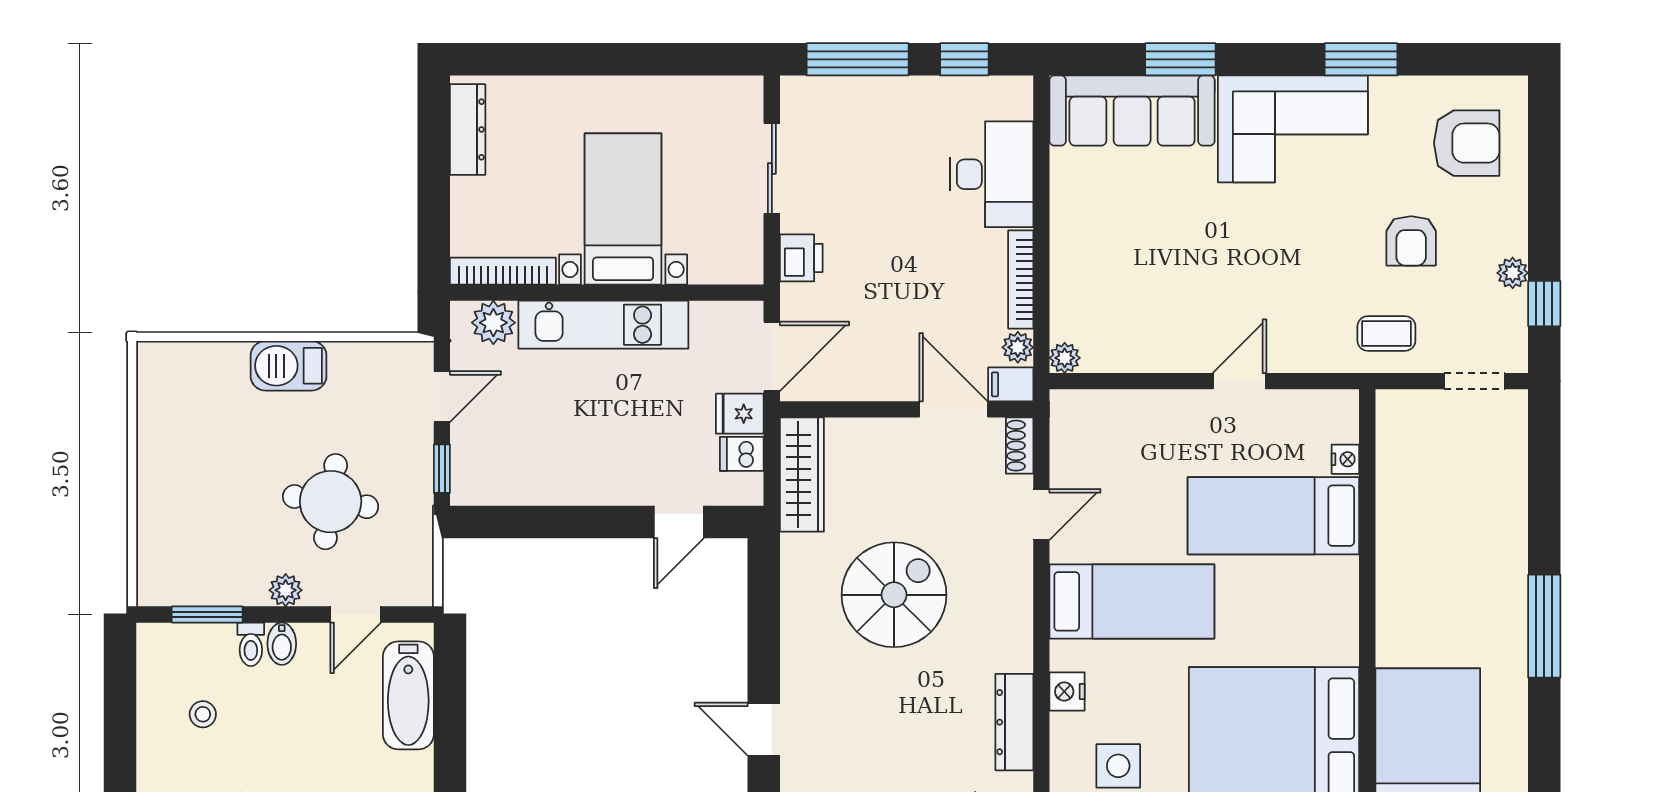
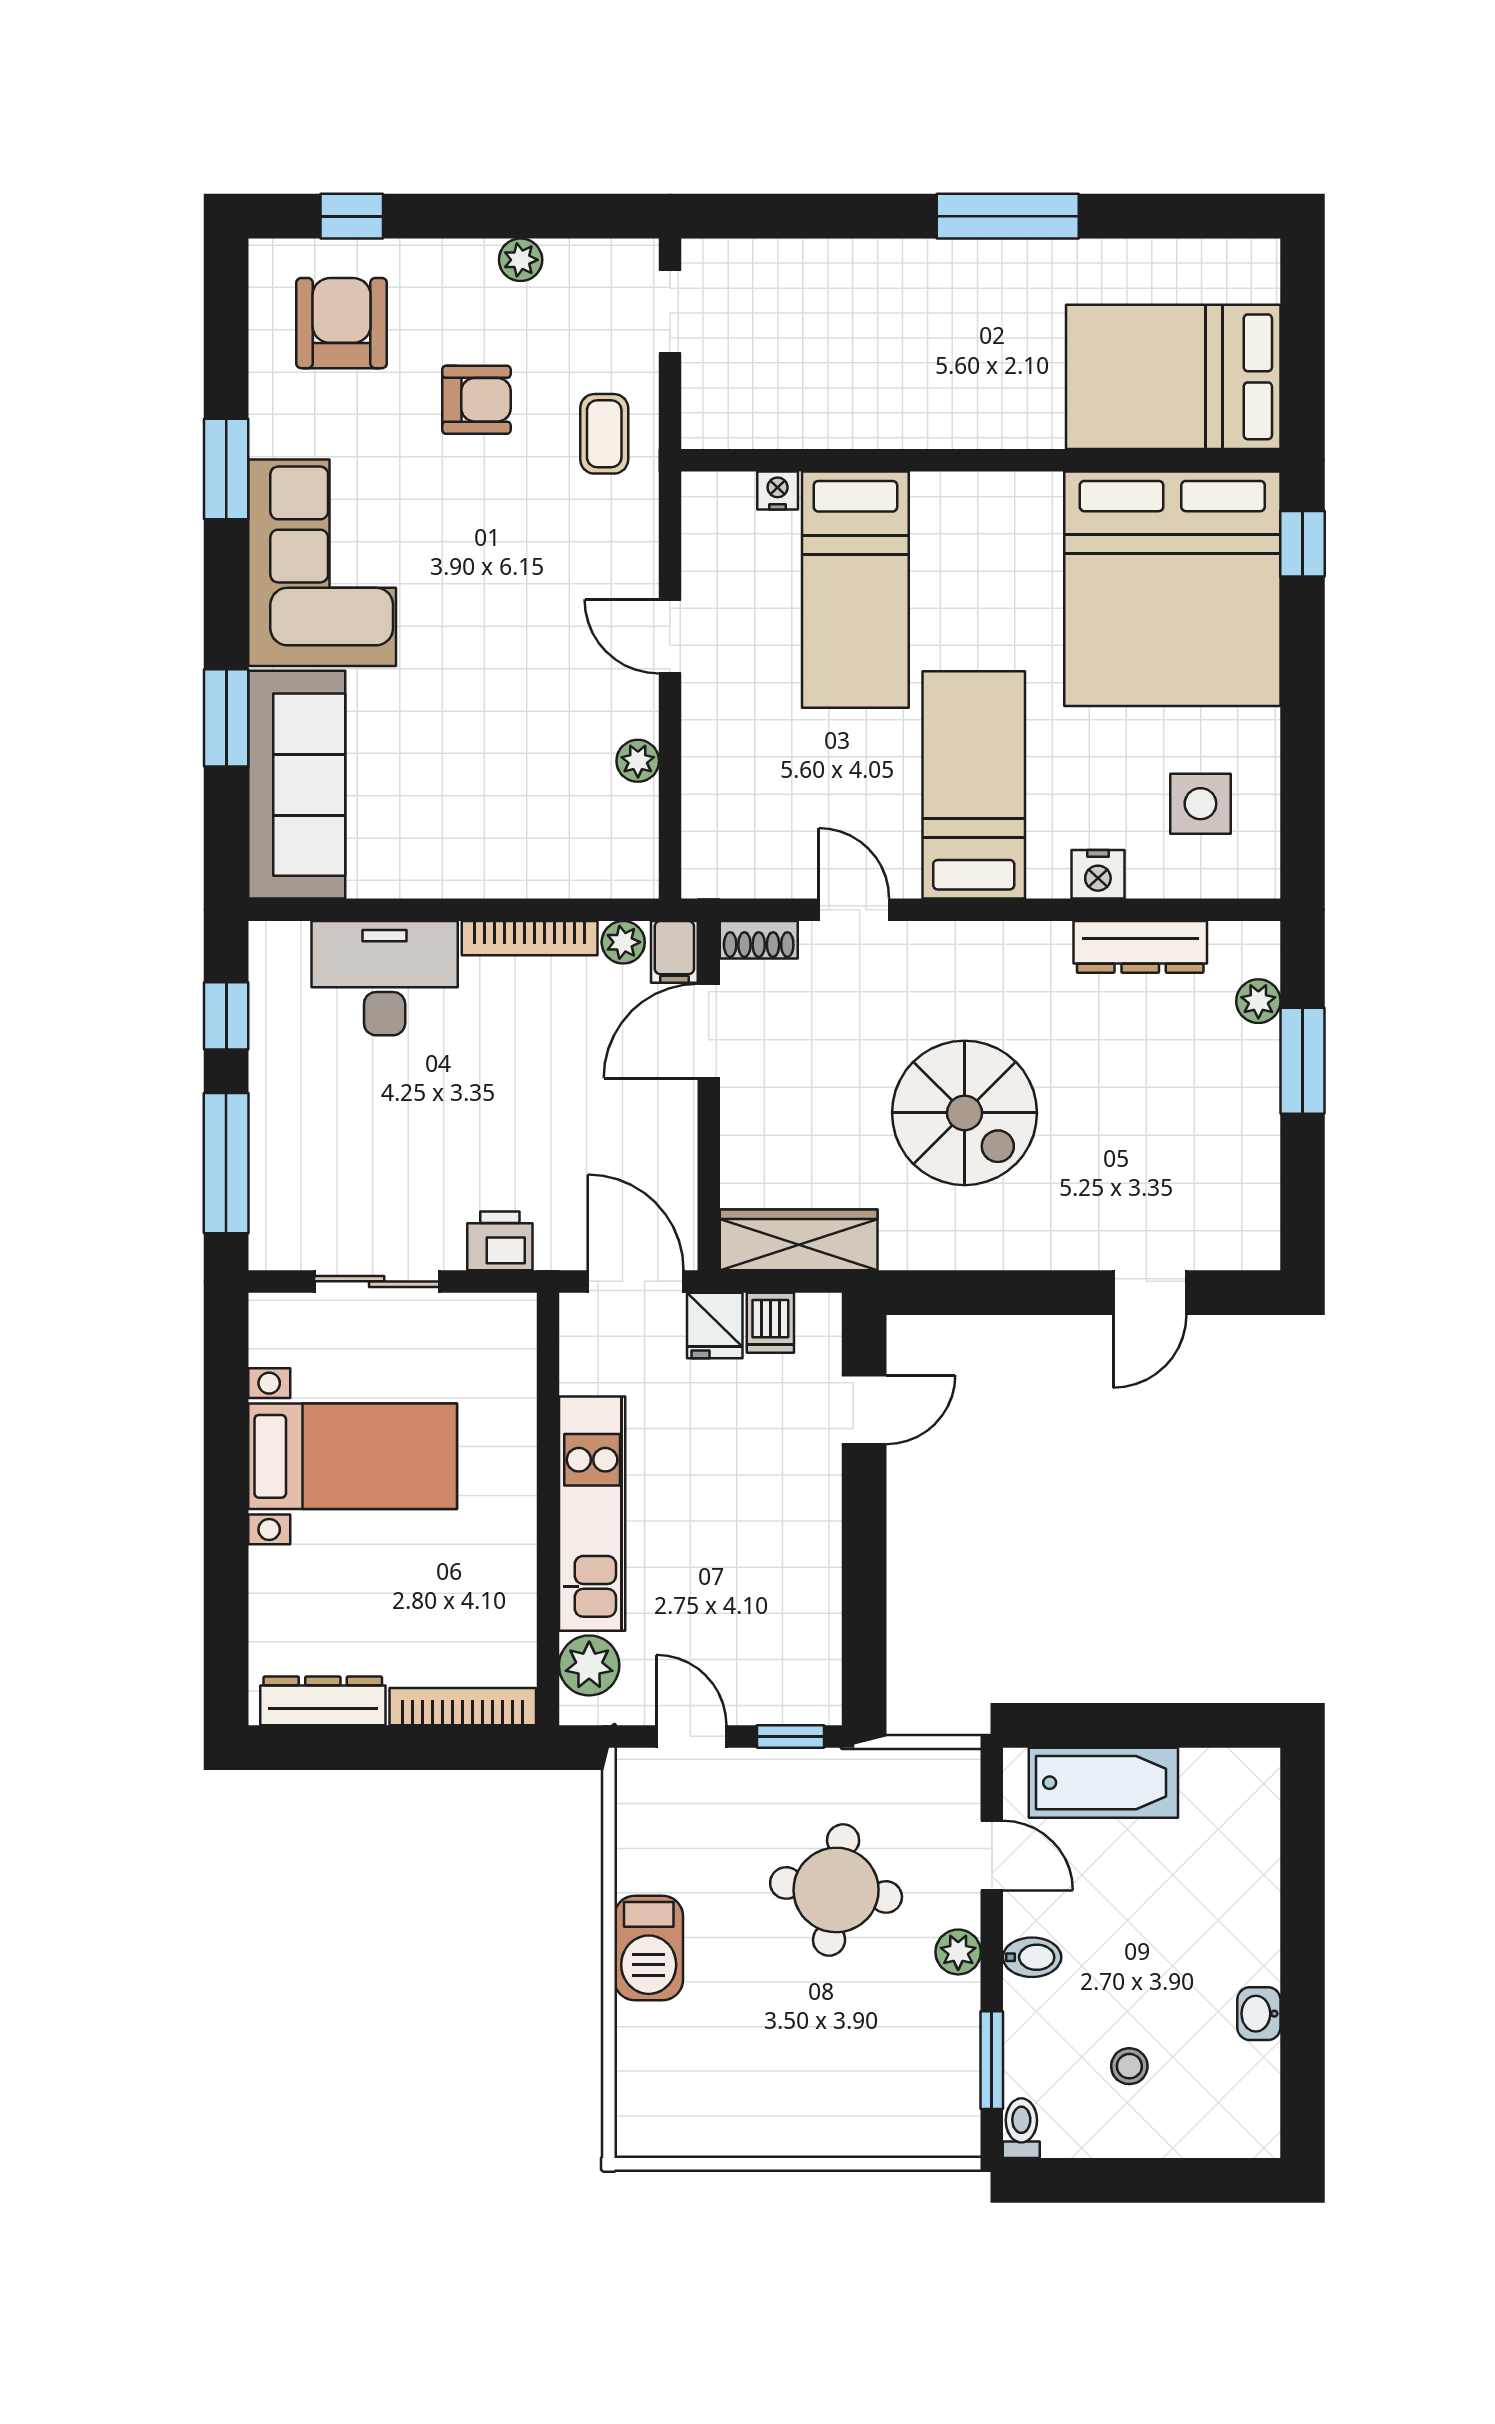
bed with nightstands: (623, 209) -> (353, 1456), moved, turned 180
bookcase: (503, 271) -> (463, 1707), moved, turned 90
window: (1544, 304) -> (352, 216), moved
plant: (1065, 358) -> (638, 761), moved
door: (679, 522) -> (864, 1410), hinge flipped
spiral stairs: (894, 595) -> (965, 1113), turned 180
toilet: (251, 644) -> (1021, 2128), moved, turned -90

